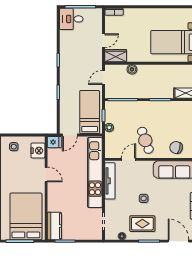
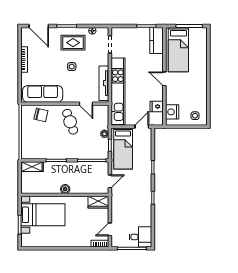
door: (104, 41) -> (110, 229), moved
boiler: (132, 69) -> (65, 189), moved
fridge: (54, 142) -> (157, 106), moved
door: (129, 159) -> (86, 104), hinge flipped
door: (46, 174) -> (164, 79), moved
bed: (26, 216) -> (178, 50), width x0.67

